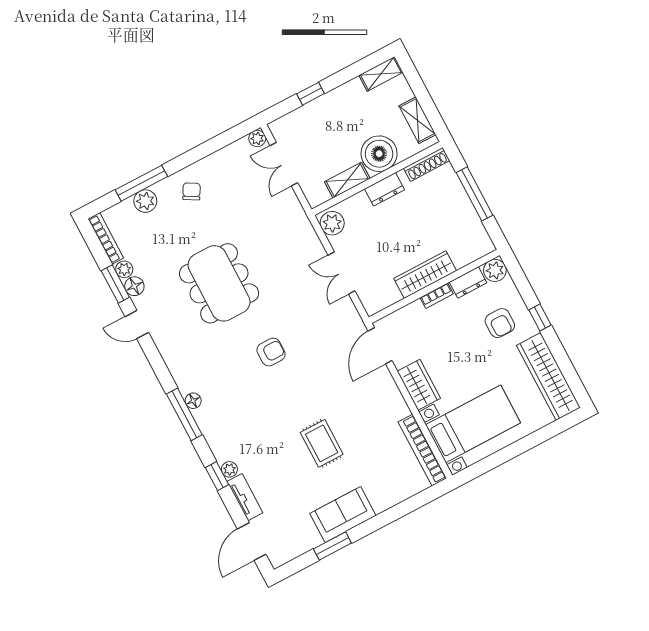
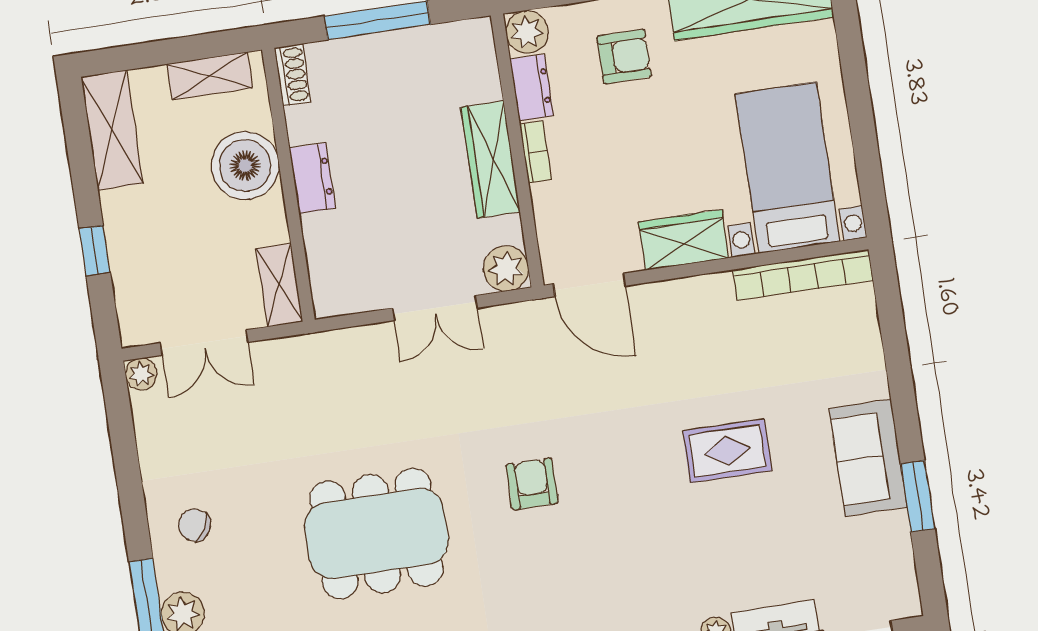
shelving: (381, 74) -> (112, 130), width x1.50, depth x1.33
shoe rack: (427, 164) -> (293, 75), width x0.70
shelving: (347, 180) -> (279, 285), moved
plant: (332, 223) -> (506, 269), moved

